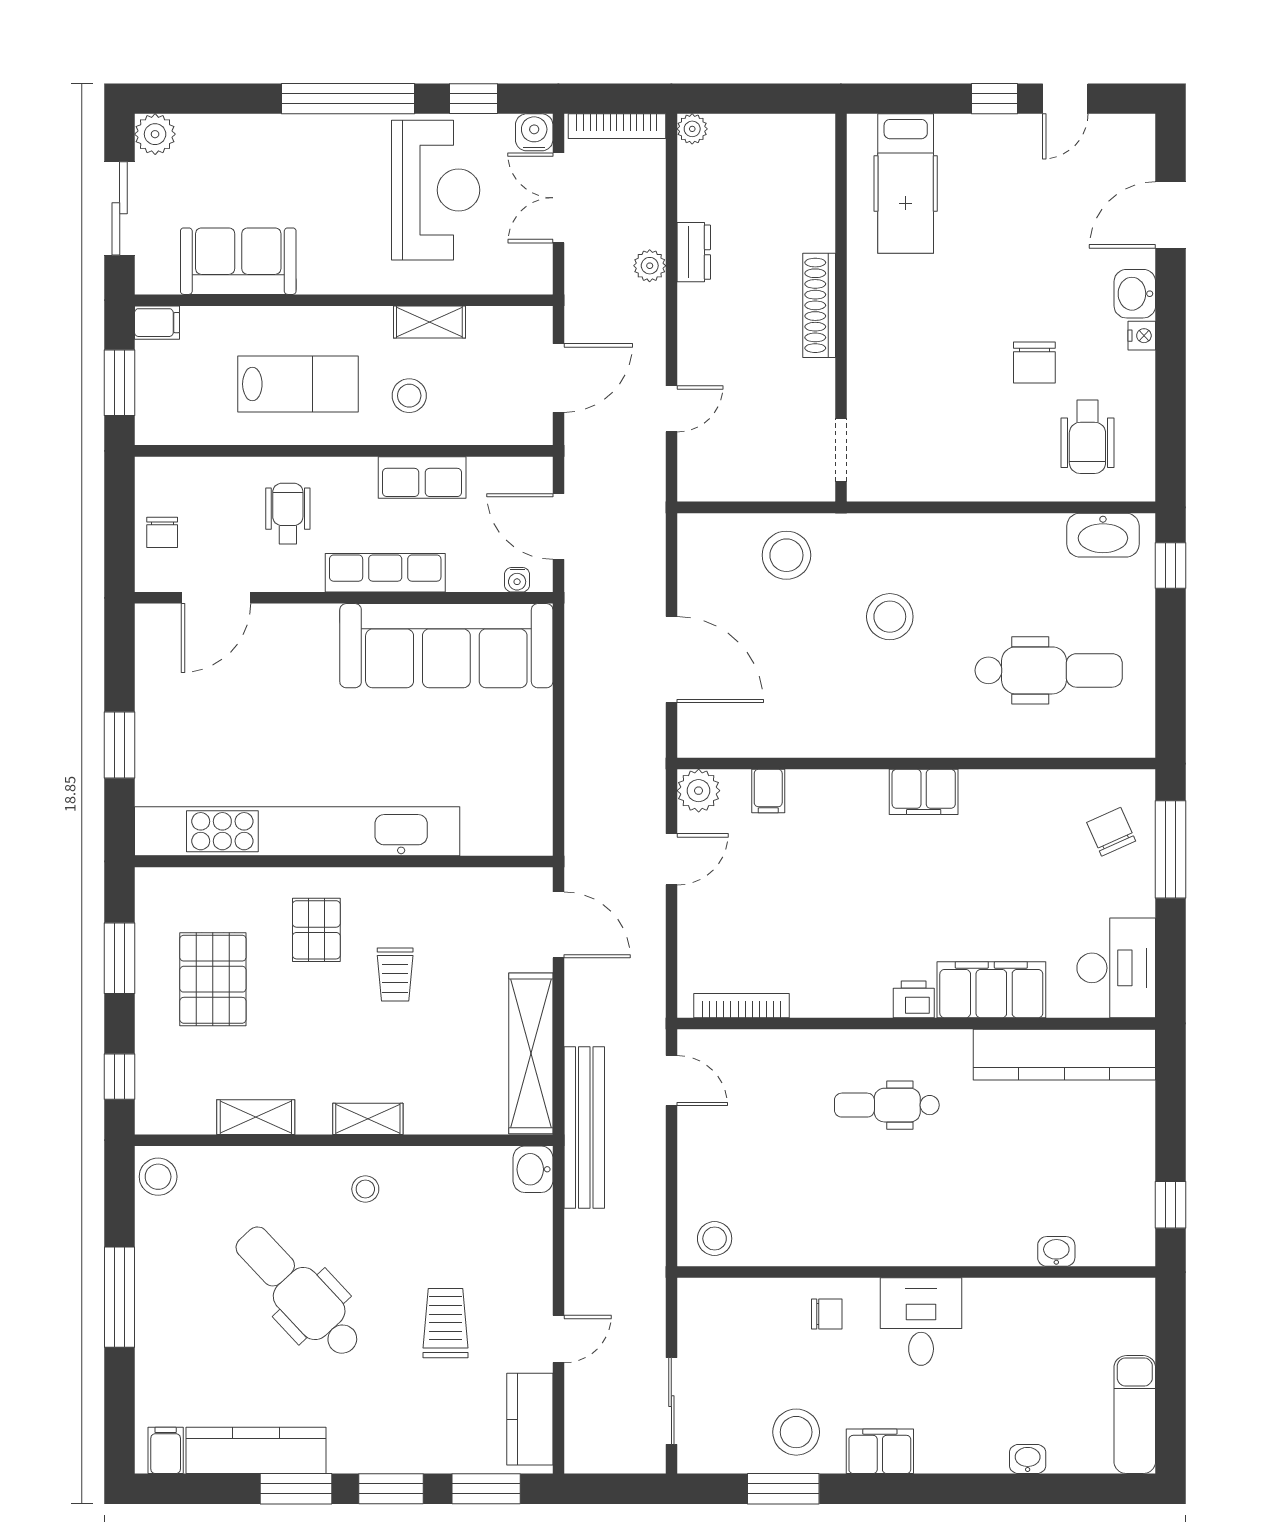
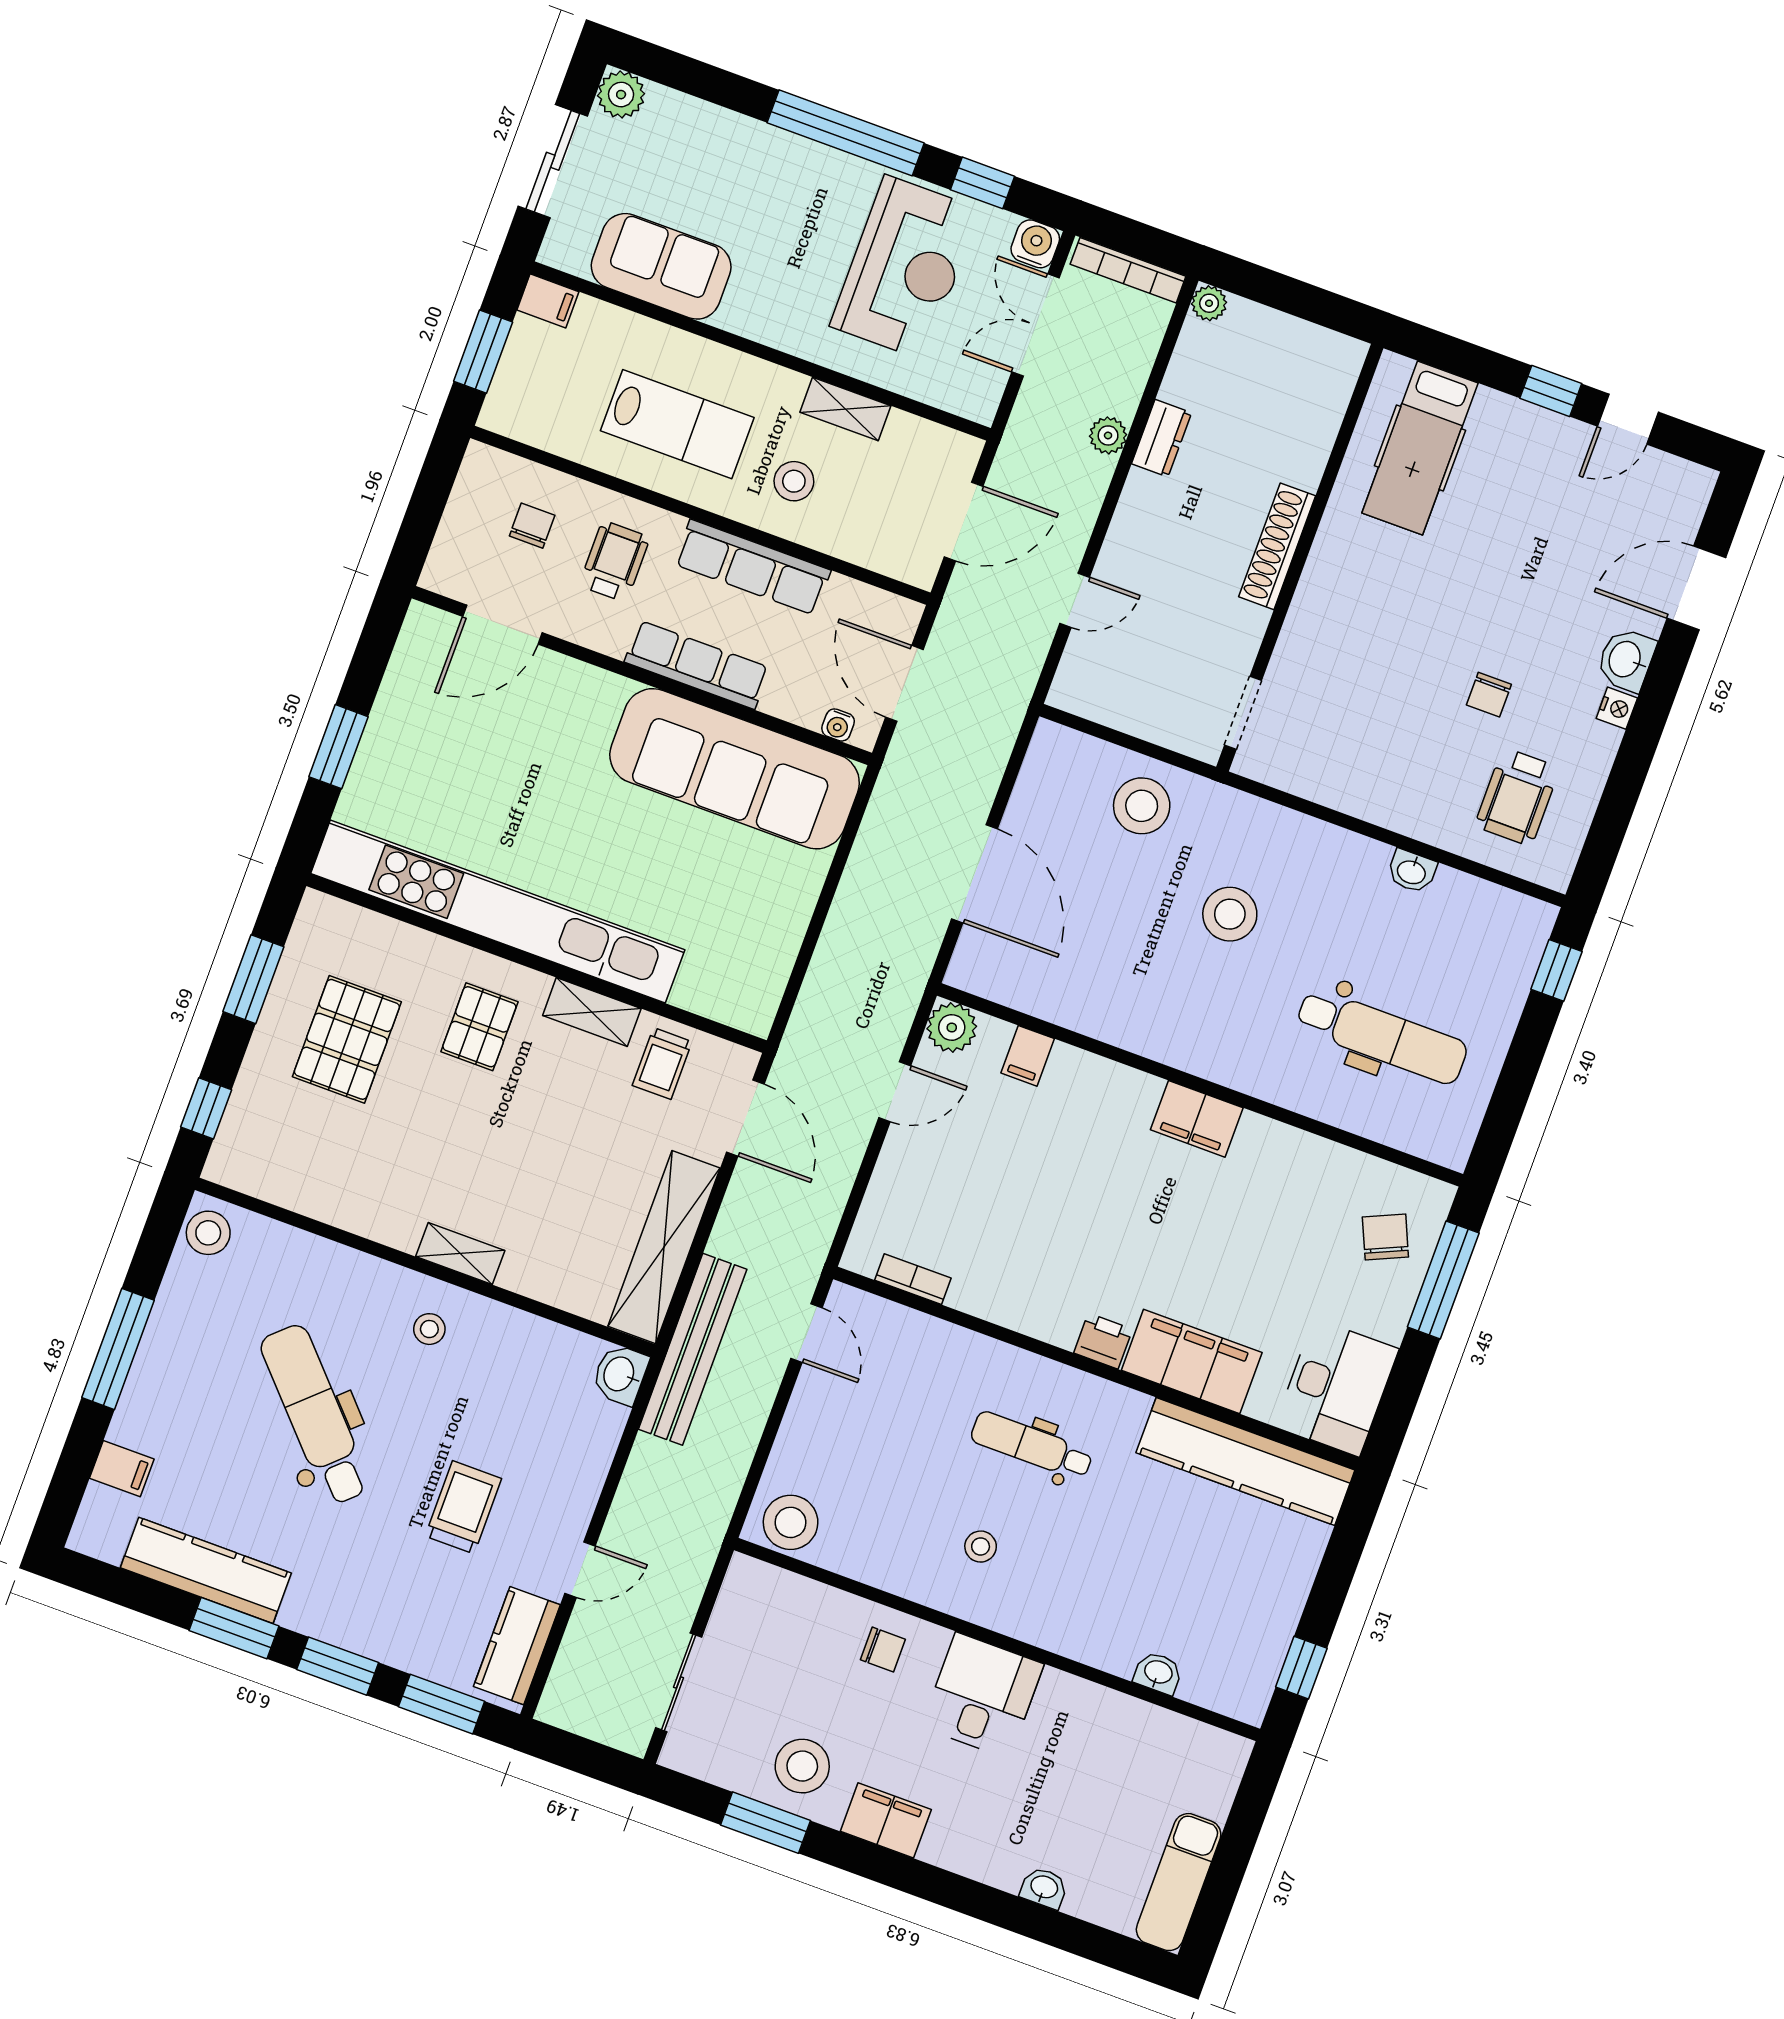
chair: (1034, 362) -> (1489, 695), width x0.73, depth x0.73
row of seats: (422, 477) -> (752, 567), width x1.48
chair: (162, 532) -> (532, 526), moved, turned 180
washbasin: (1103, 535) -> (1412, 871), moved, width x0.52, depth x0.69
trolley: (395, 974) -> (662, 1063), moved
bookcase: (742, 1006) -> (913, 1279), width x0.64
shelving: (256, 1117) -> (592, 1012), moved
stool: (875, 1202) -> (981, 1547), added
stool: (715, 1239) -> (791, 1522), width x1.38, depth x1.38
filing cabinet: (166, 1450) -> (122, 1469), moved, turned 90

